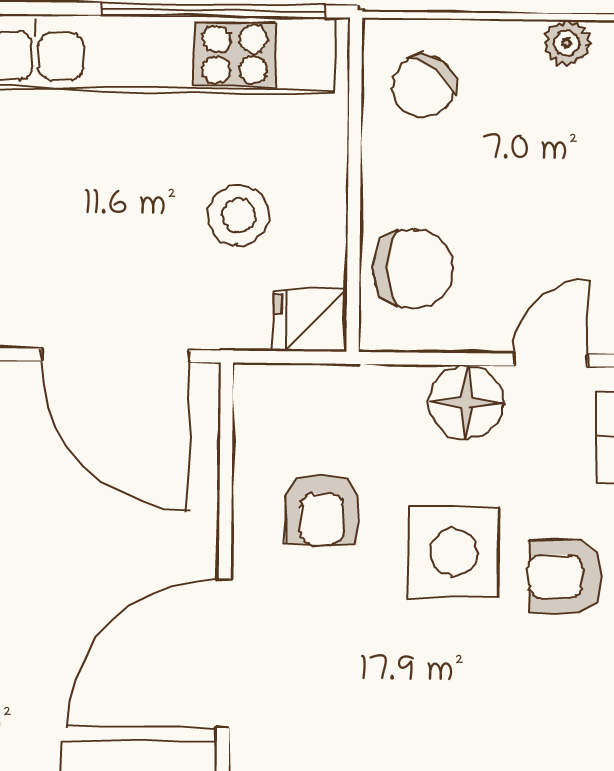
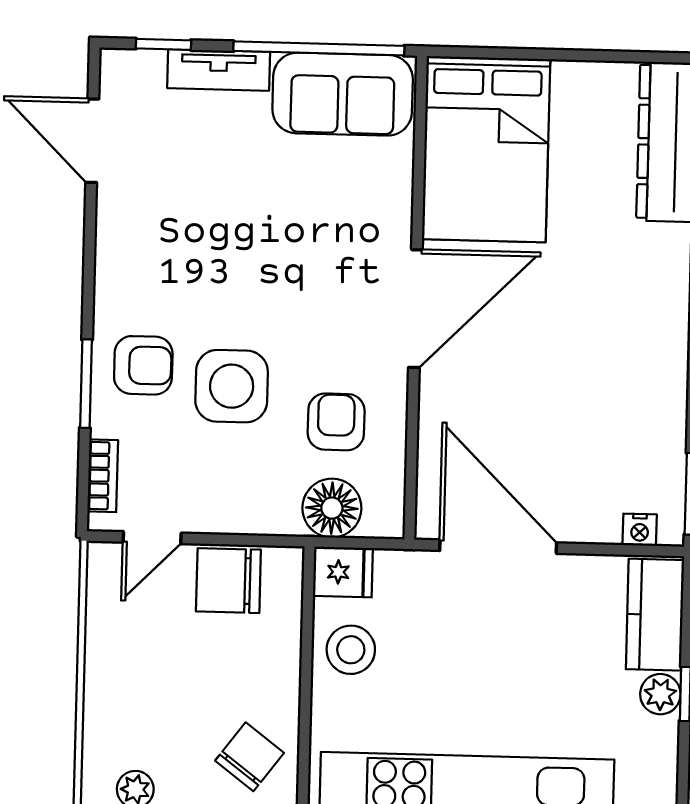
stool: (238, 215) -> (351, 650), moved
chair: (413, 268) -> (228, 581), moved
floor lamp: (466, 402) -> (332, 508), moved

